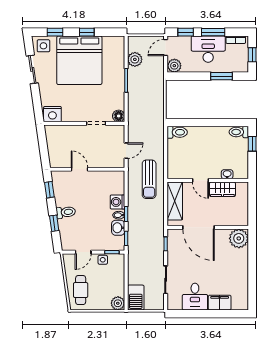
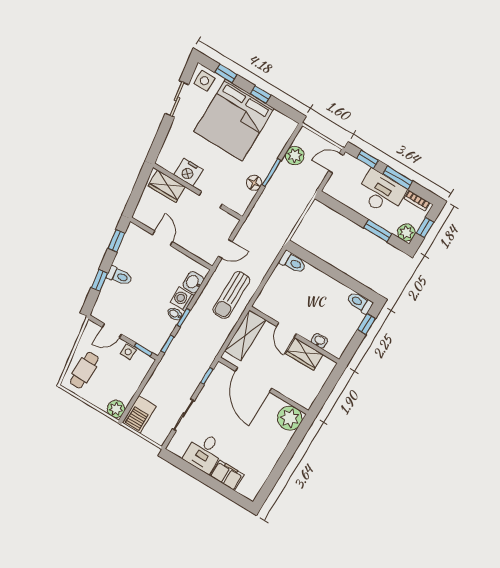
plant: (174, 66) -> (406, 232), moved
nightstand: (52, 114) -> (188, 172), moved
floor lamp: (119, 116) -> (254, 183), moved
wardrobe: (61, 132) -> (167, 186), added
washbasin: (118, 228) -> (193, 282), moved

